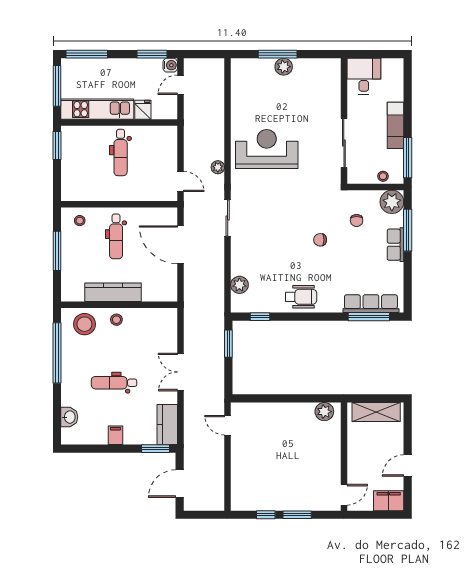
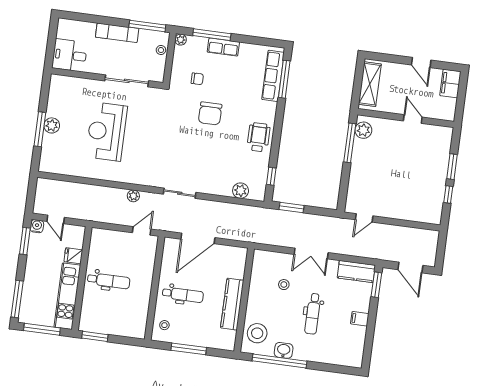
reception desk: (267, 149) -> (106, 132), moved
plant: (392, 202) -> (181, 40), width x0.53, depth x0.53
chair: (320, 240) -> (210, 113), width x1.87, depth x1.87
stool: (116, 320) -> (284, 285), moved
window: (308, 398) -> (350, 143), added
washbasin: (69, 417) -> (284, 350), moved
door: (344, 495) -> (413, 119), moved

